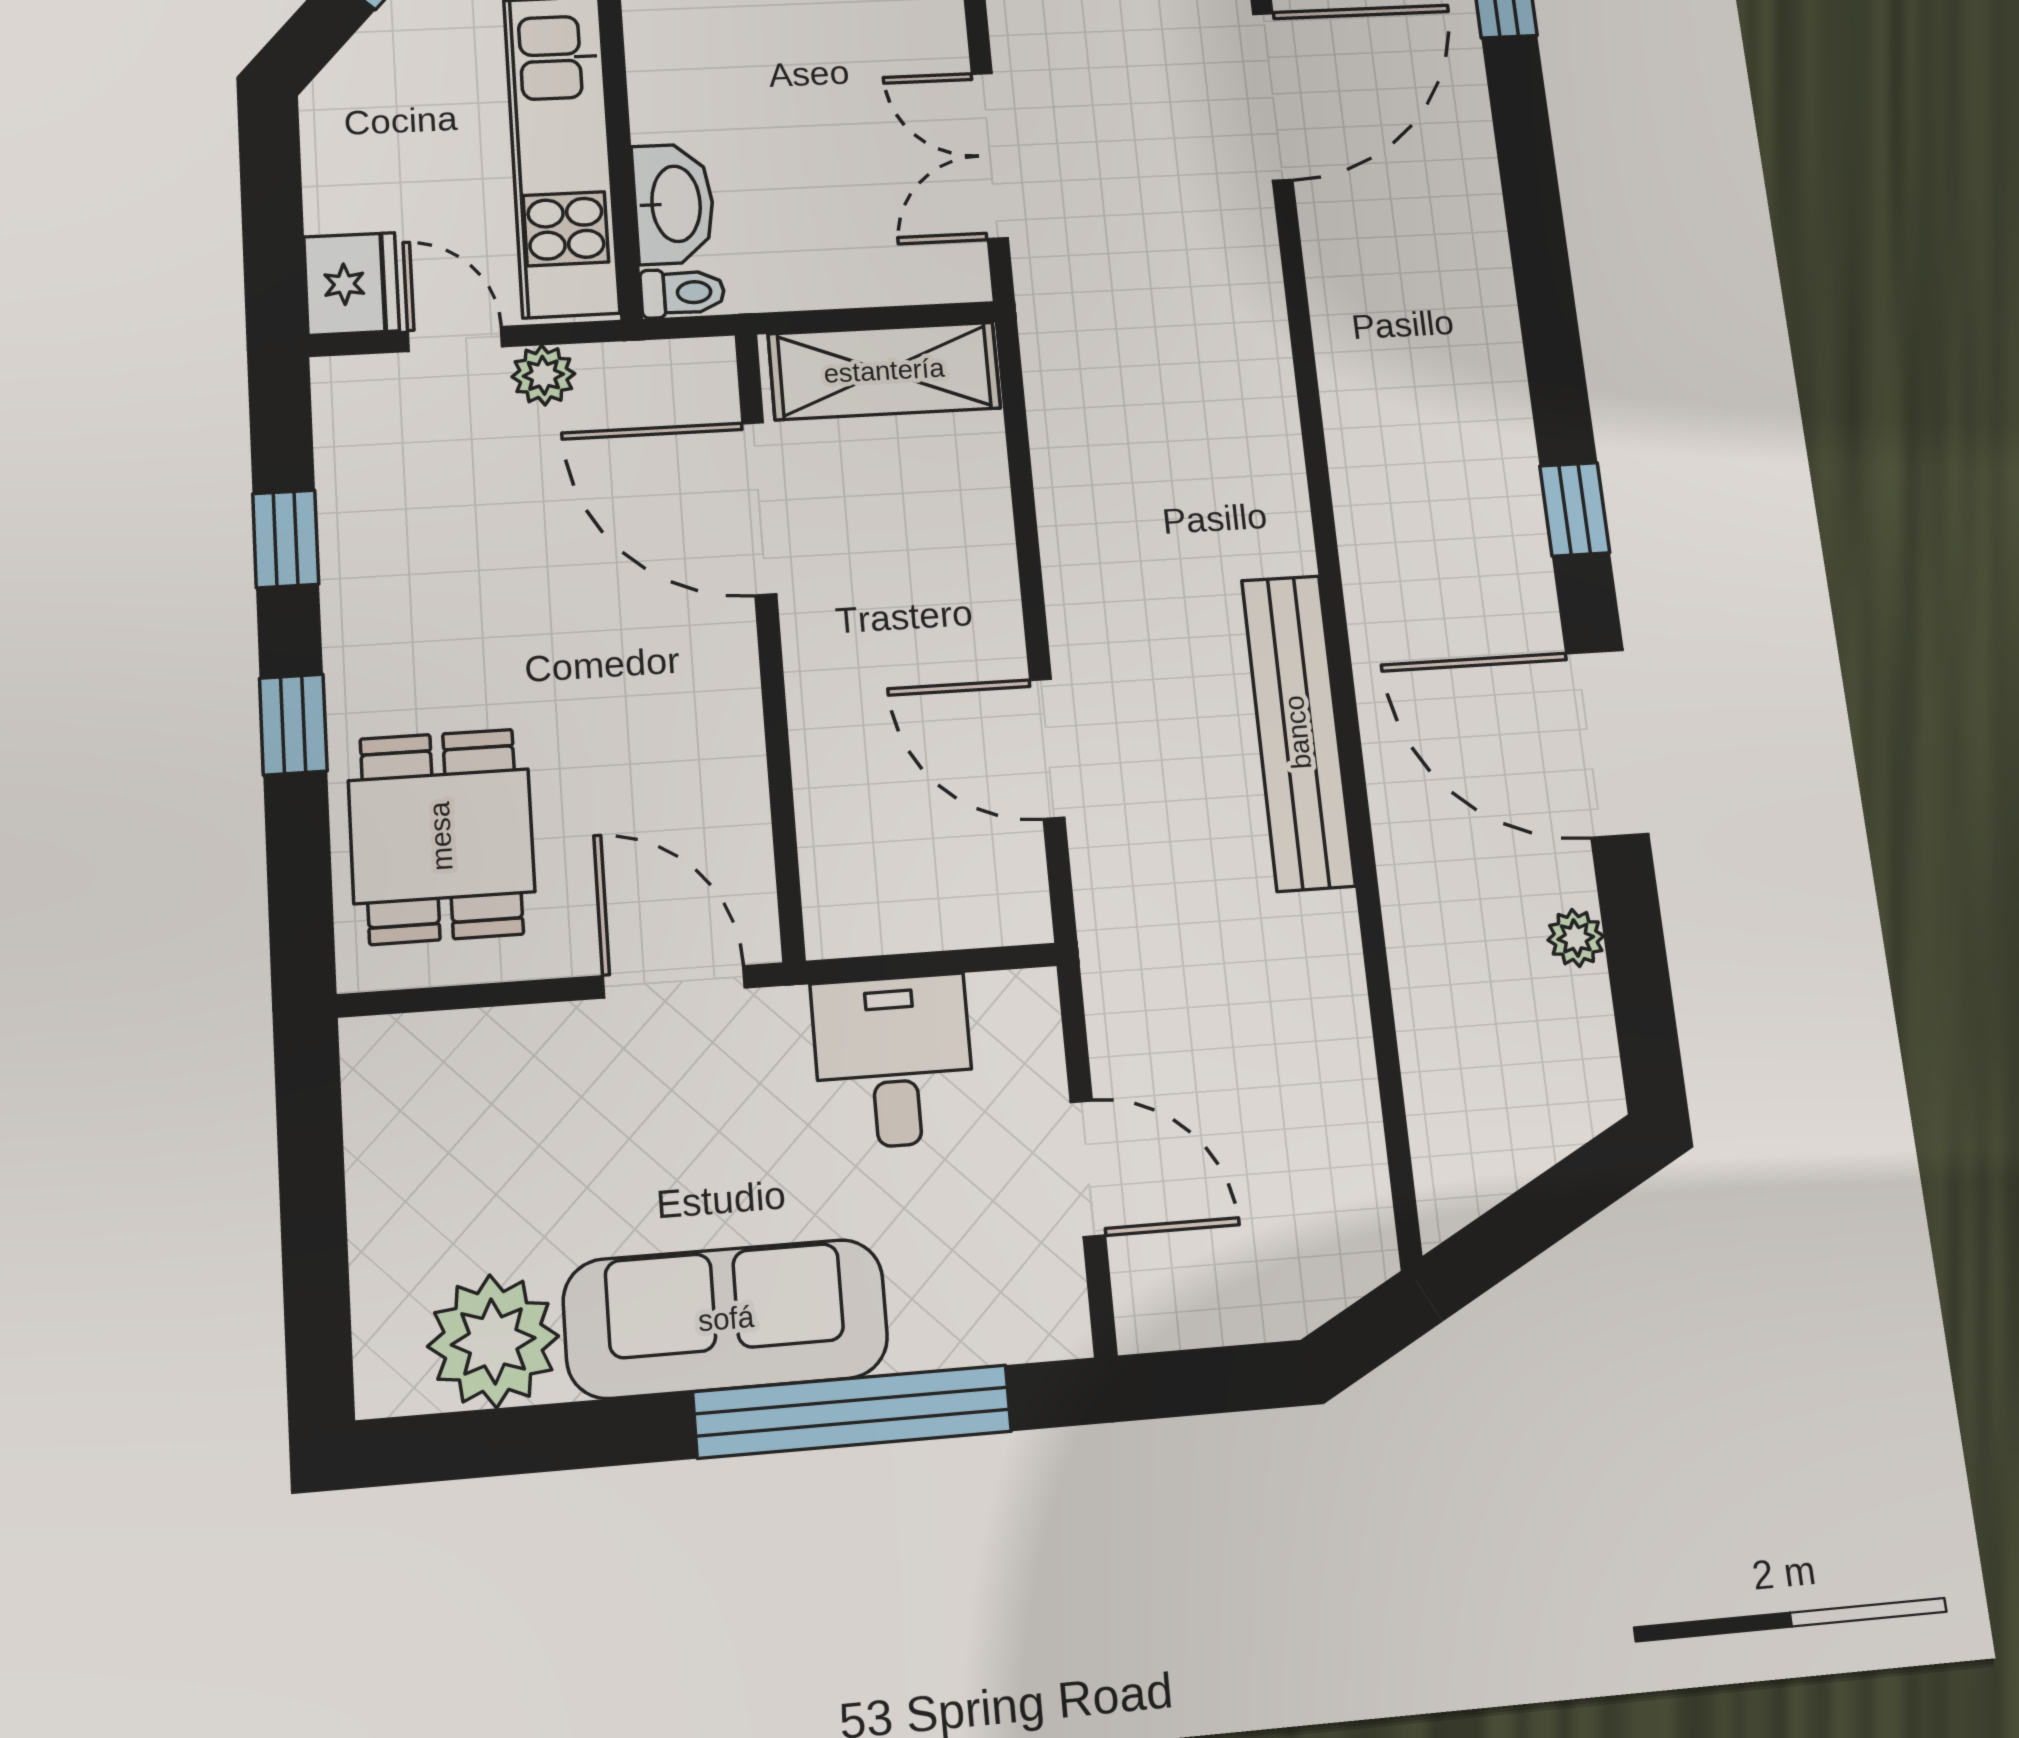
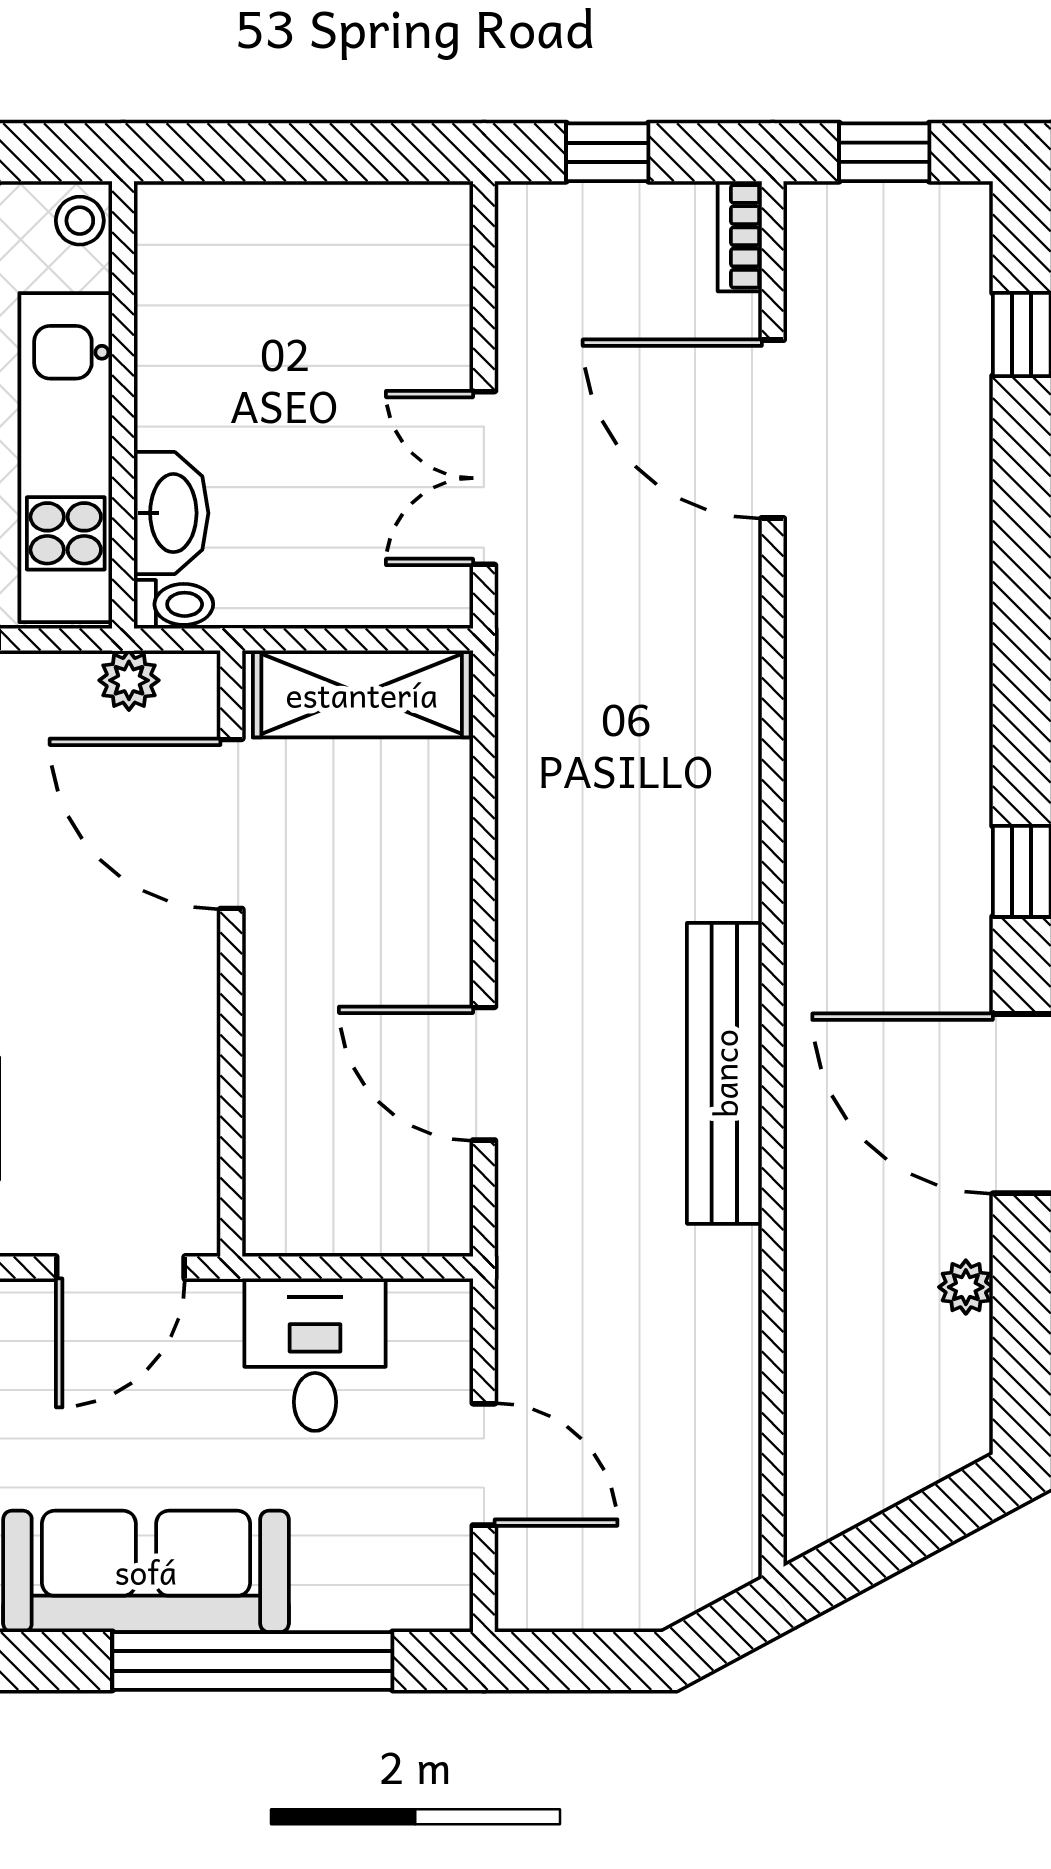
door: (1273, 96) -> (773, 429), swing flipped
plant: (543, 375) -> (129, 680), moved
door: (674, 982) -> (120, 1268), swing flipped

